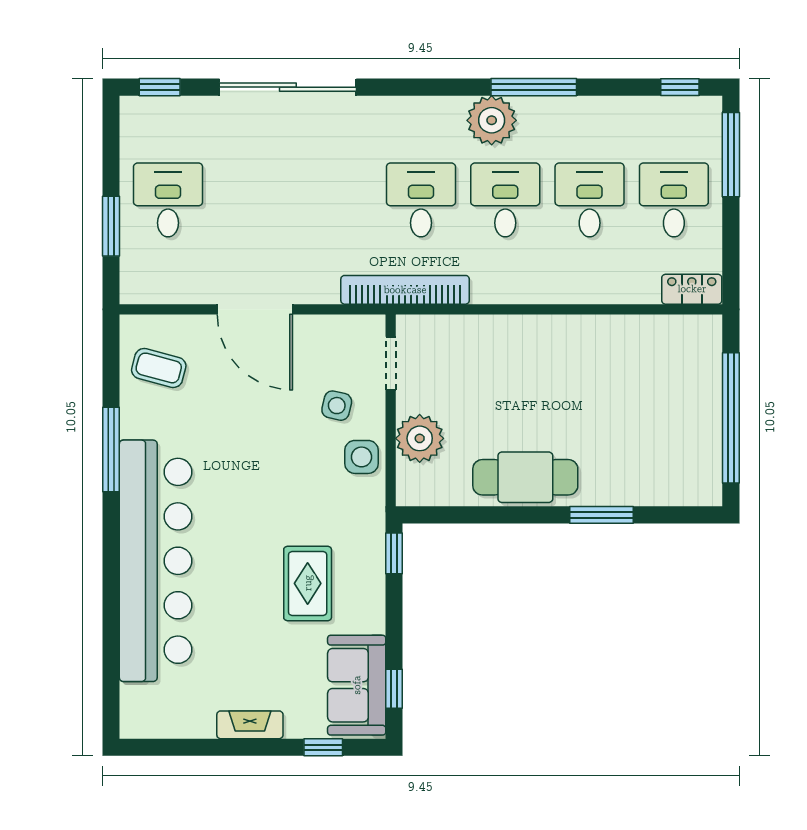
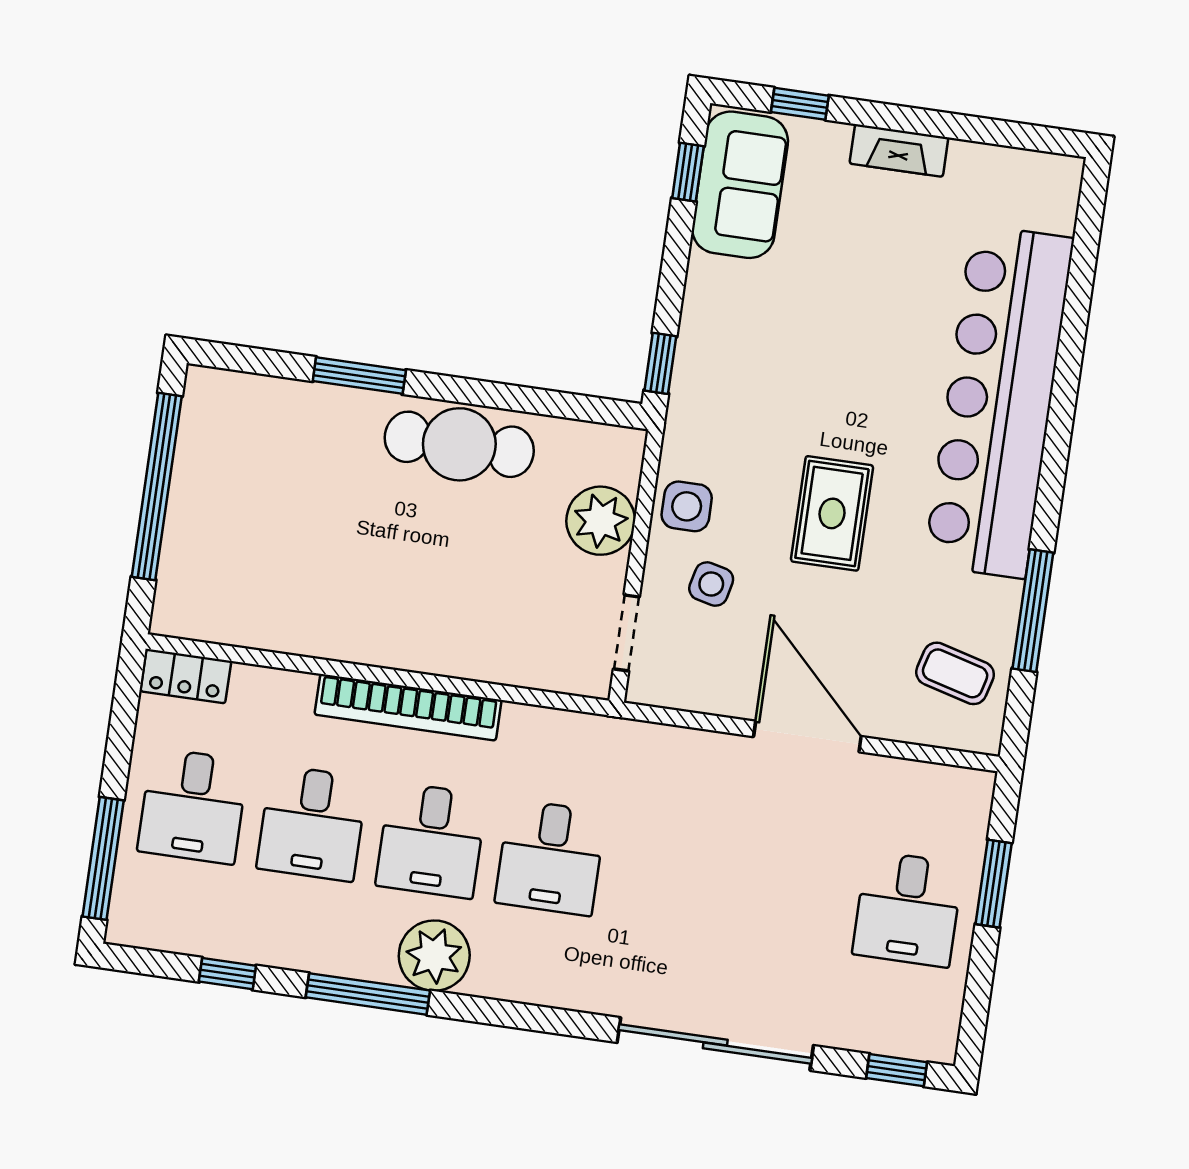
window: (680, 87) -> (227, 974), moved
bookcase: (405, 290) -> (408, 707), moved
window: (111, 450) -> (1033, 611), moved
rug: (308, 583) -> (832, 513), moved

